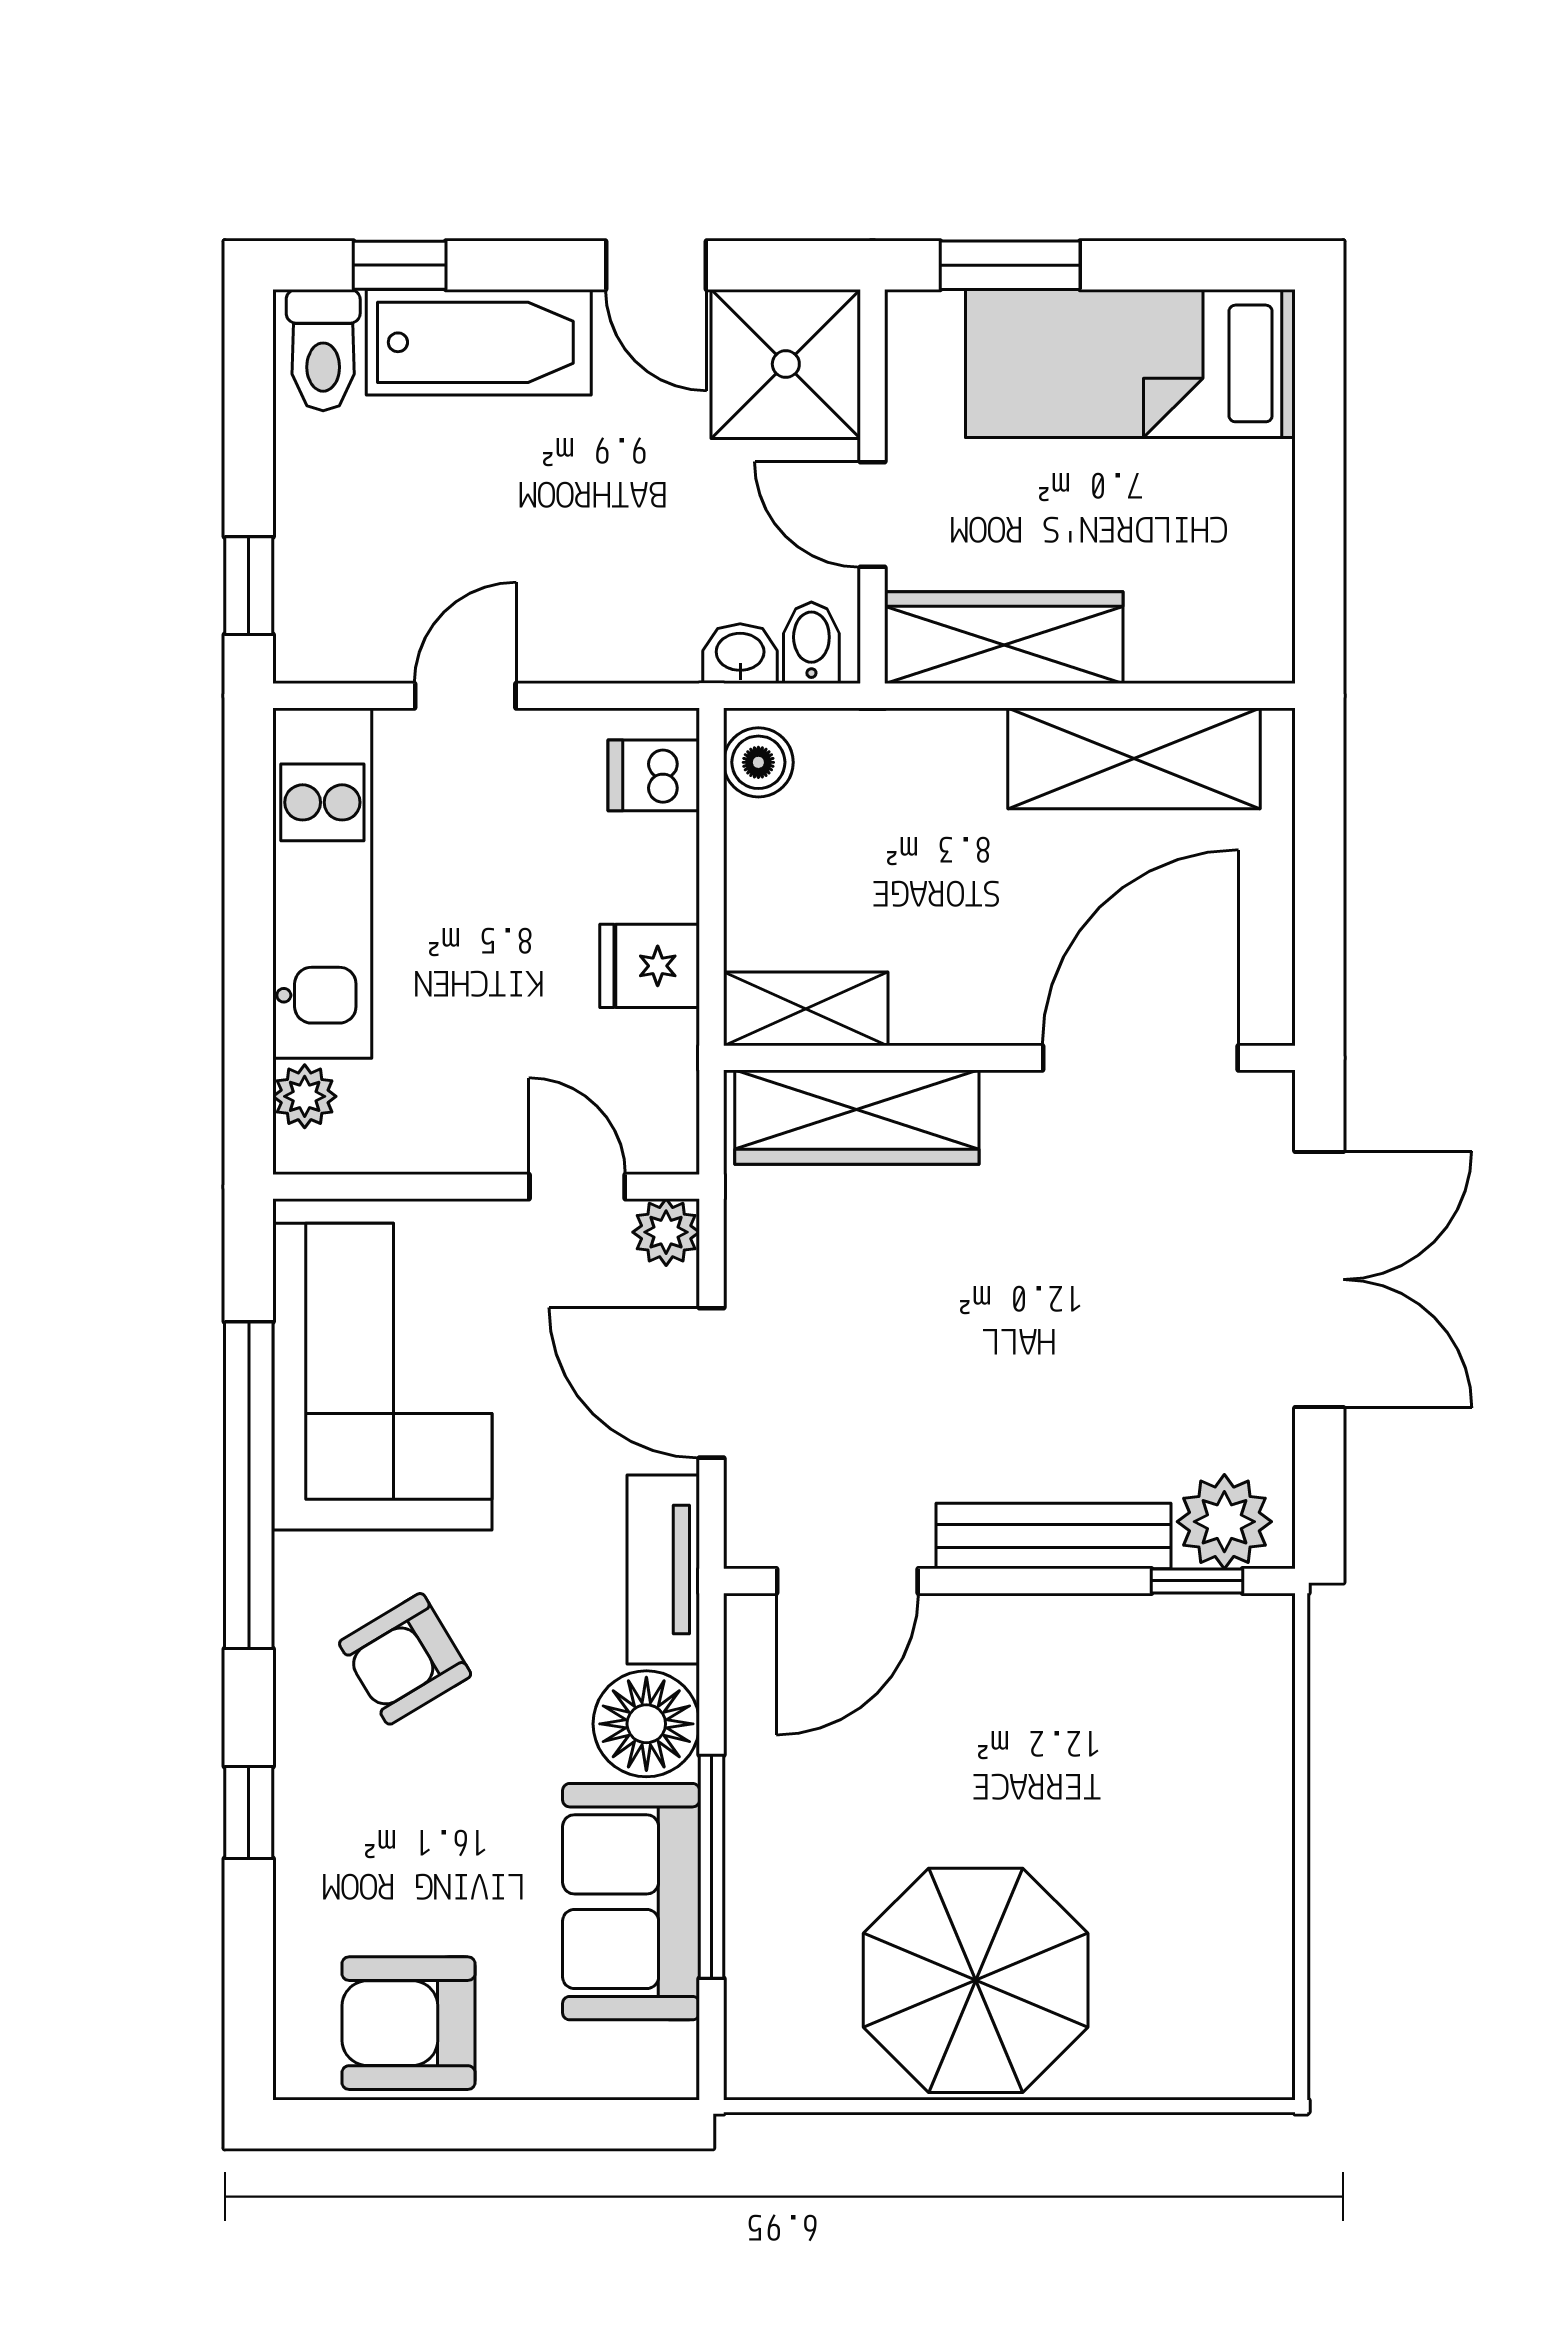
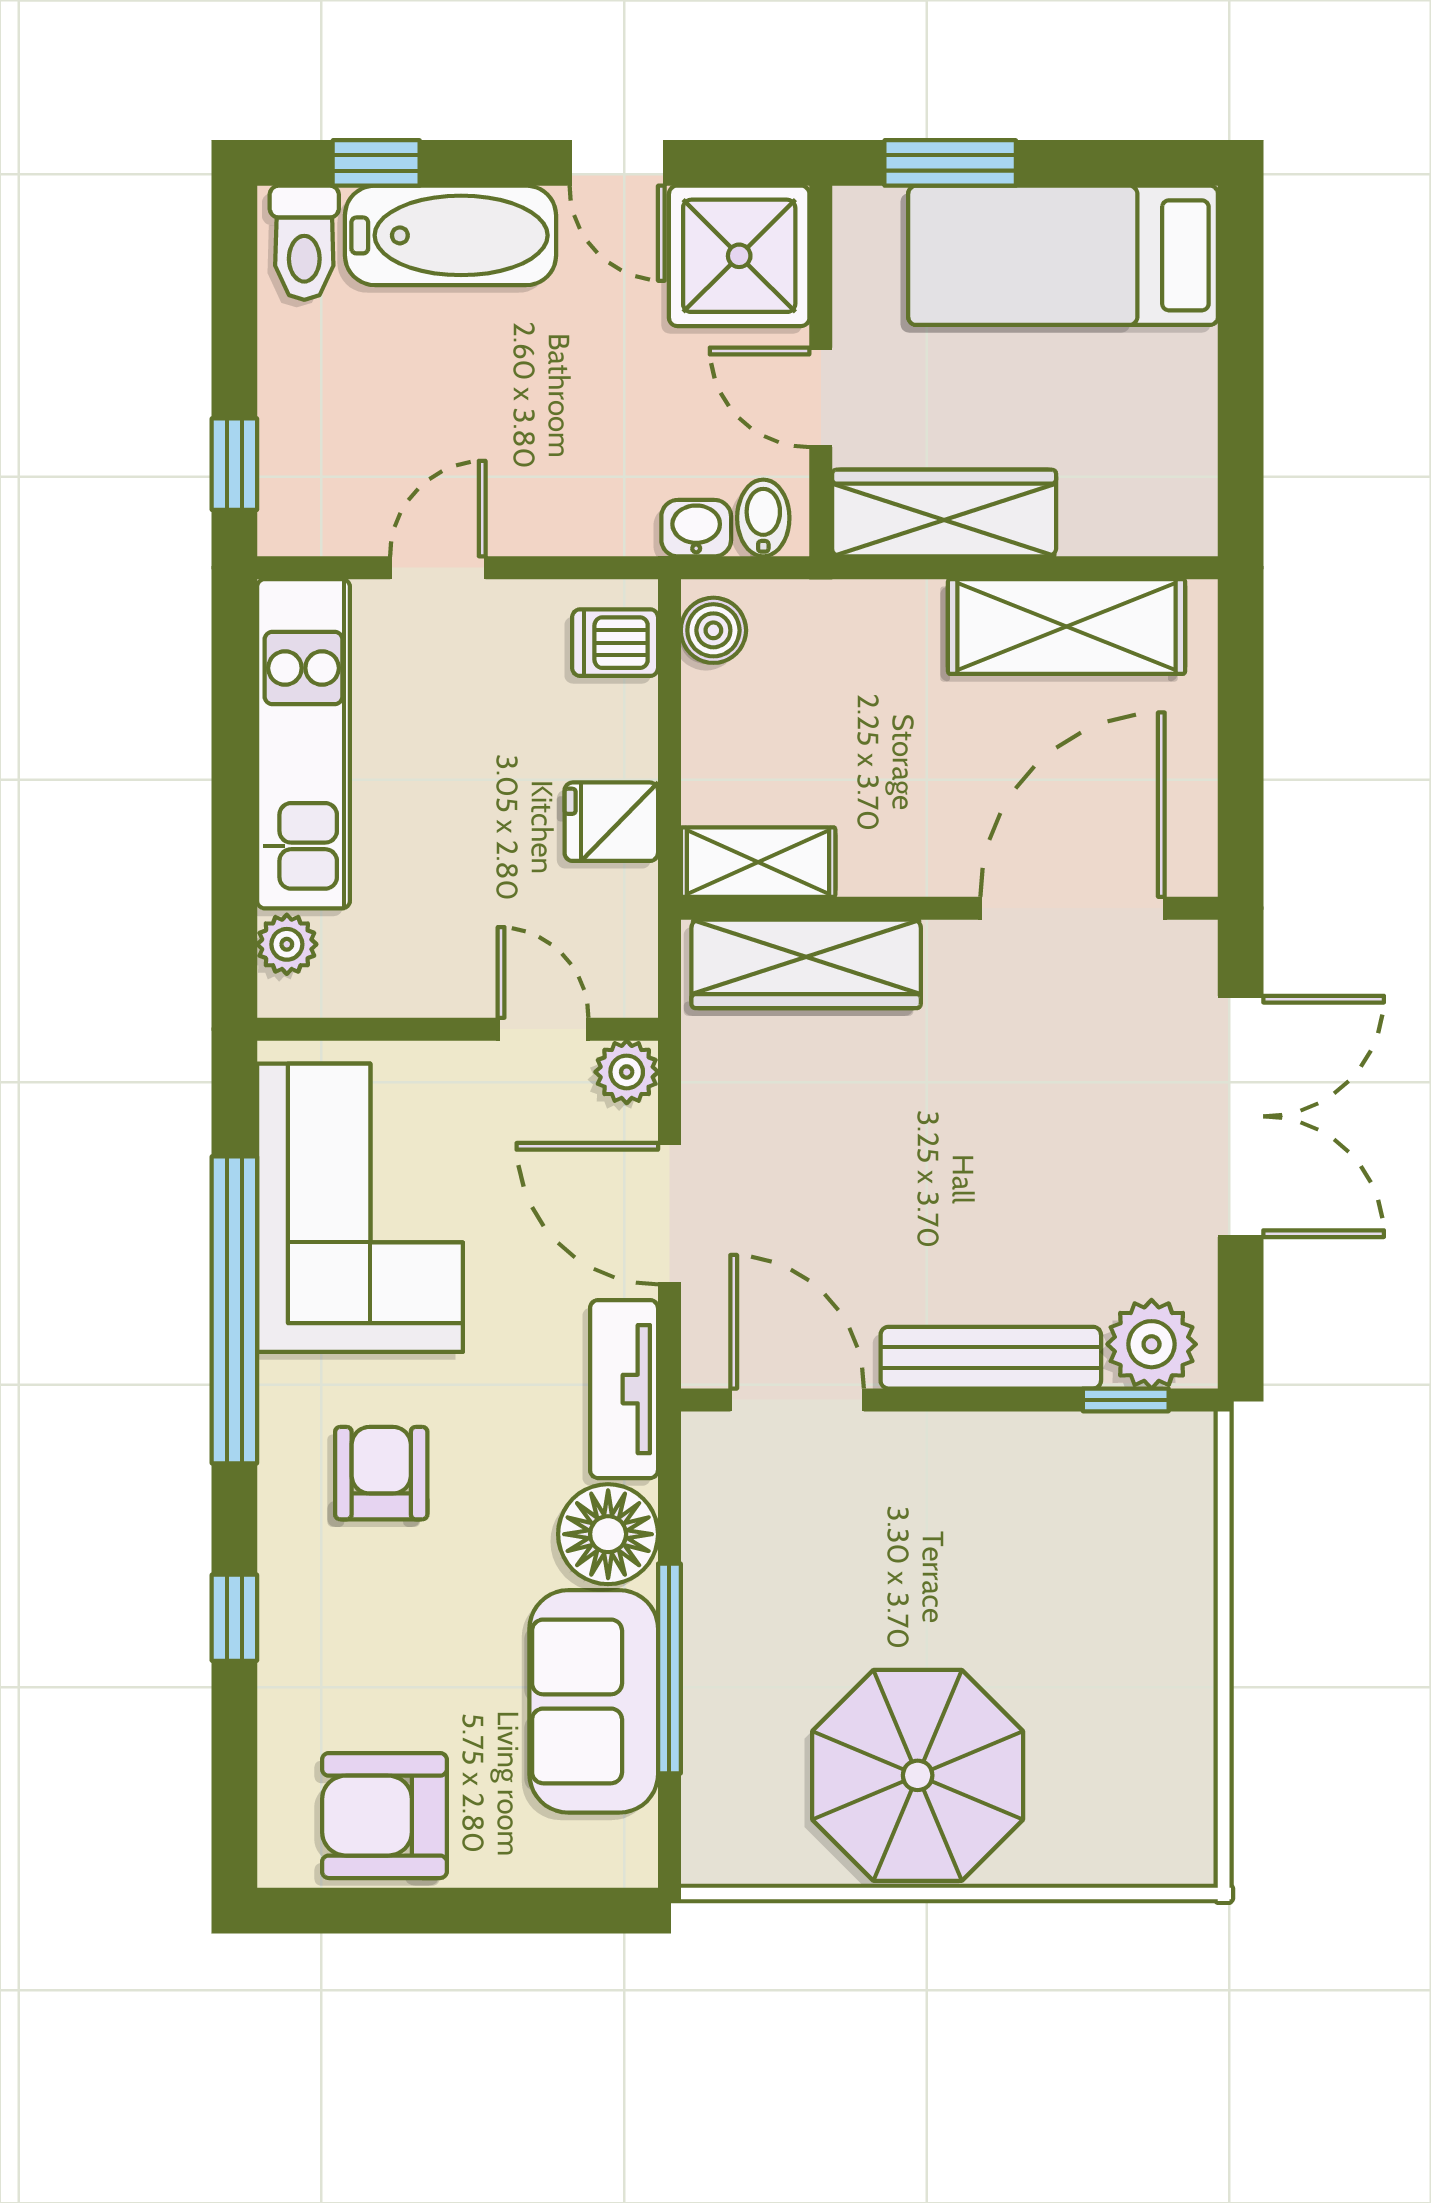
door: (847, 1581) -> (797, 1400), swing flipped
armchair: (405, 1659) -> (381, 1473), turned 121

